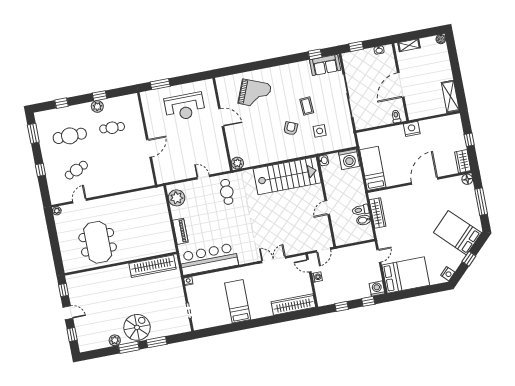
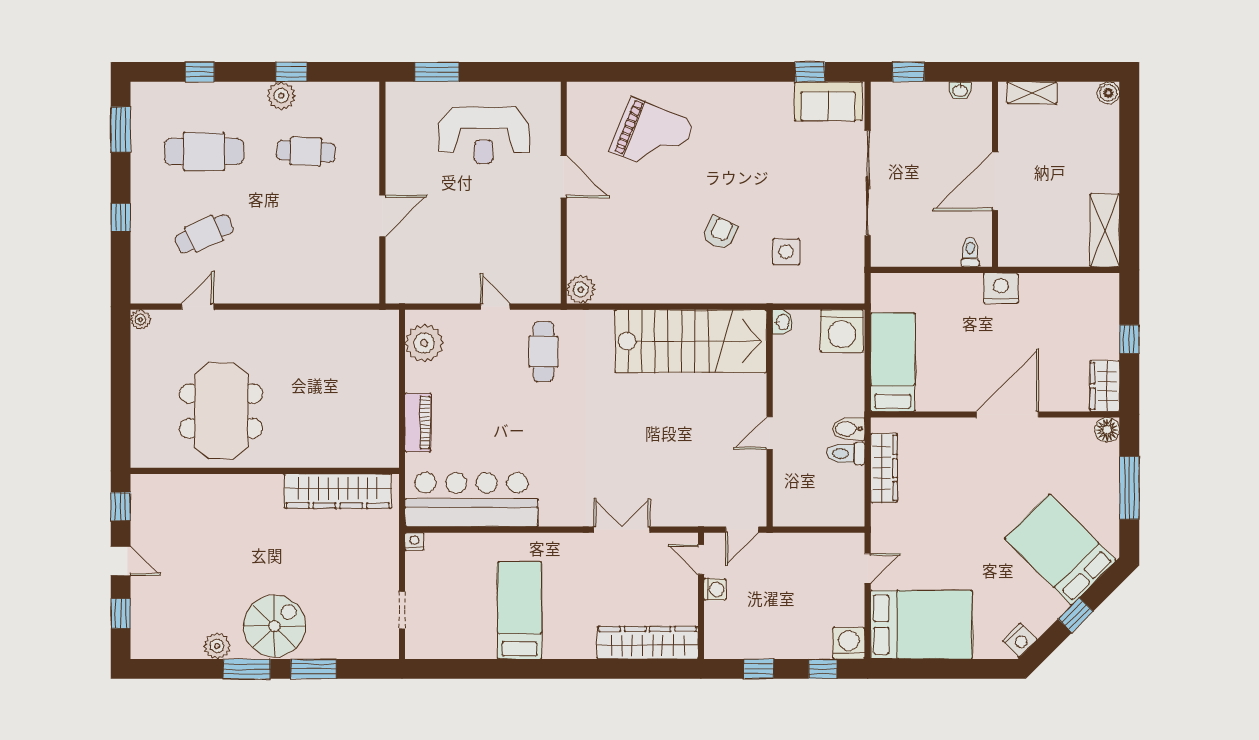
coffee table: (307, 106) -> (767, 188), removed
bidet: (364, 220) -> (848, 429), moved

